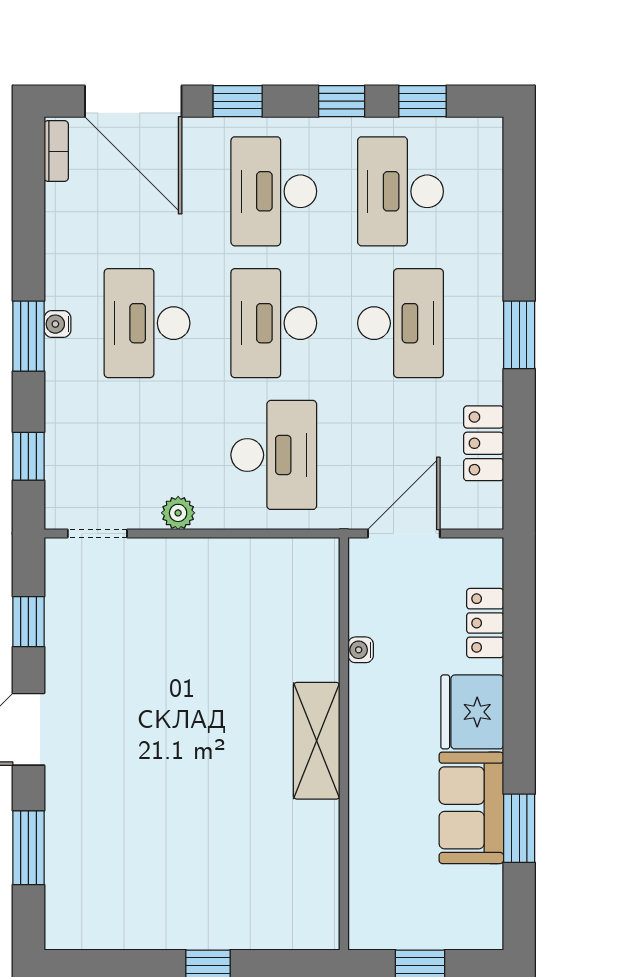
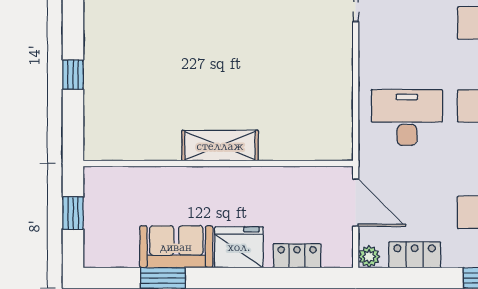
desk: (274, 455) -> (407, 118), turned 180
plant: (178, 513) -> (369, 256), moved
water cooler: (361, 650) -> (280, 174), removed

